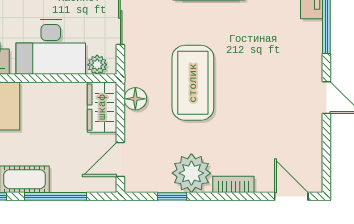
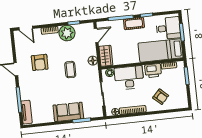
coffee table: (193, 83) -> (70, 70), width x0.54, depth x0.58
armchair: (266, 108) -> (40, 62), added

